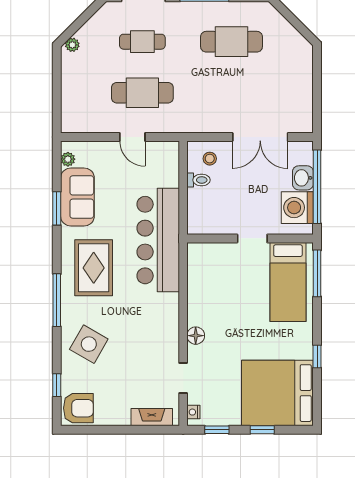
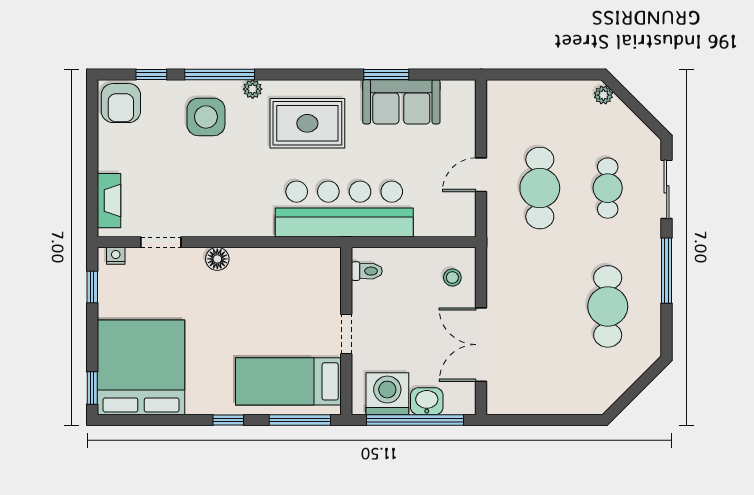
plant: (68, 159) -> (253, 89), moved
toilet: (198, 180) -> (367, 271), moved, turned -90
window: (57, 300) -> (220, 74), moved
side table: (89, 344) -> (206, 117), turned -30
window: (317, 356) -> (228, 420), moved
window: (262, 430) -> (92, 388), moved

